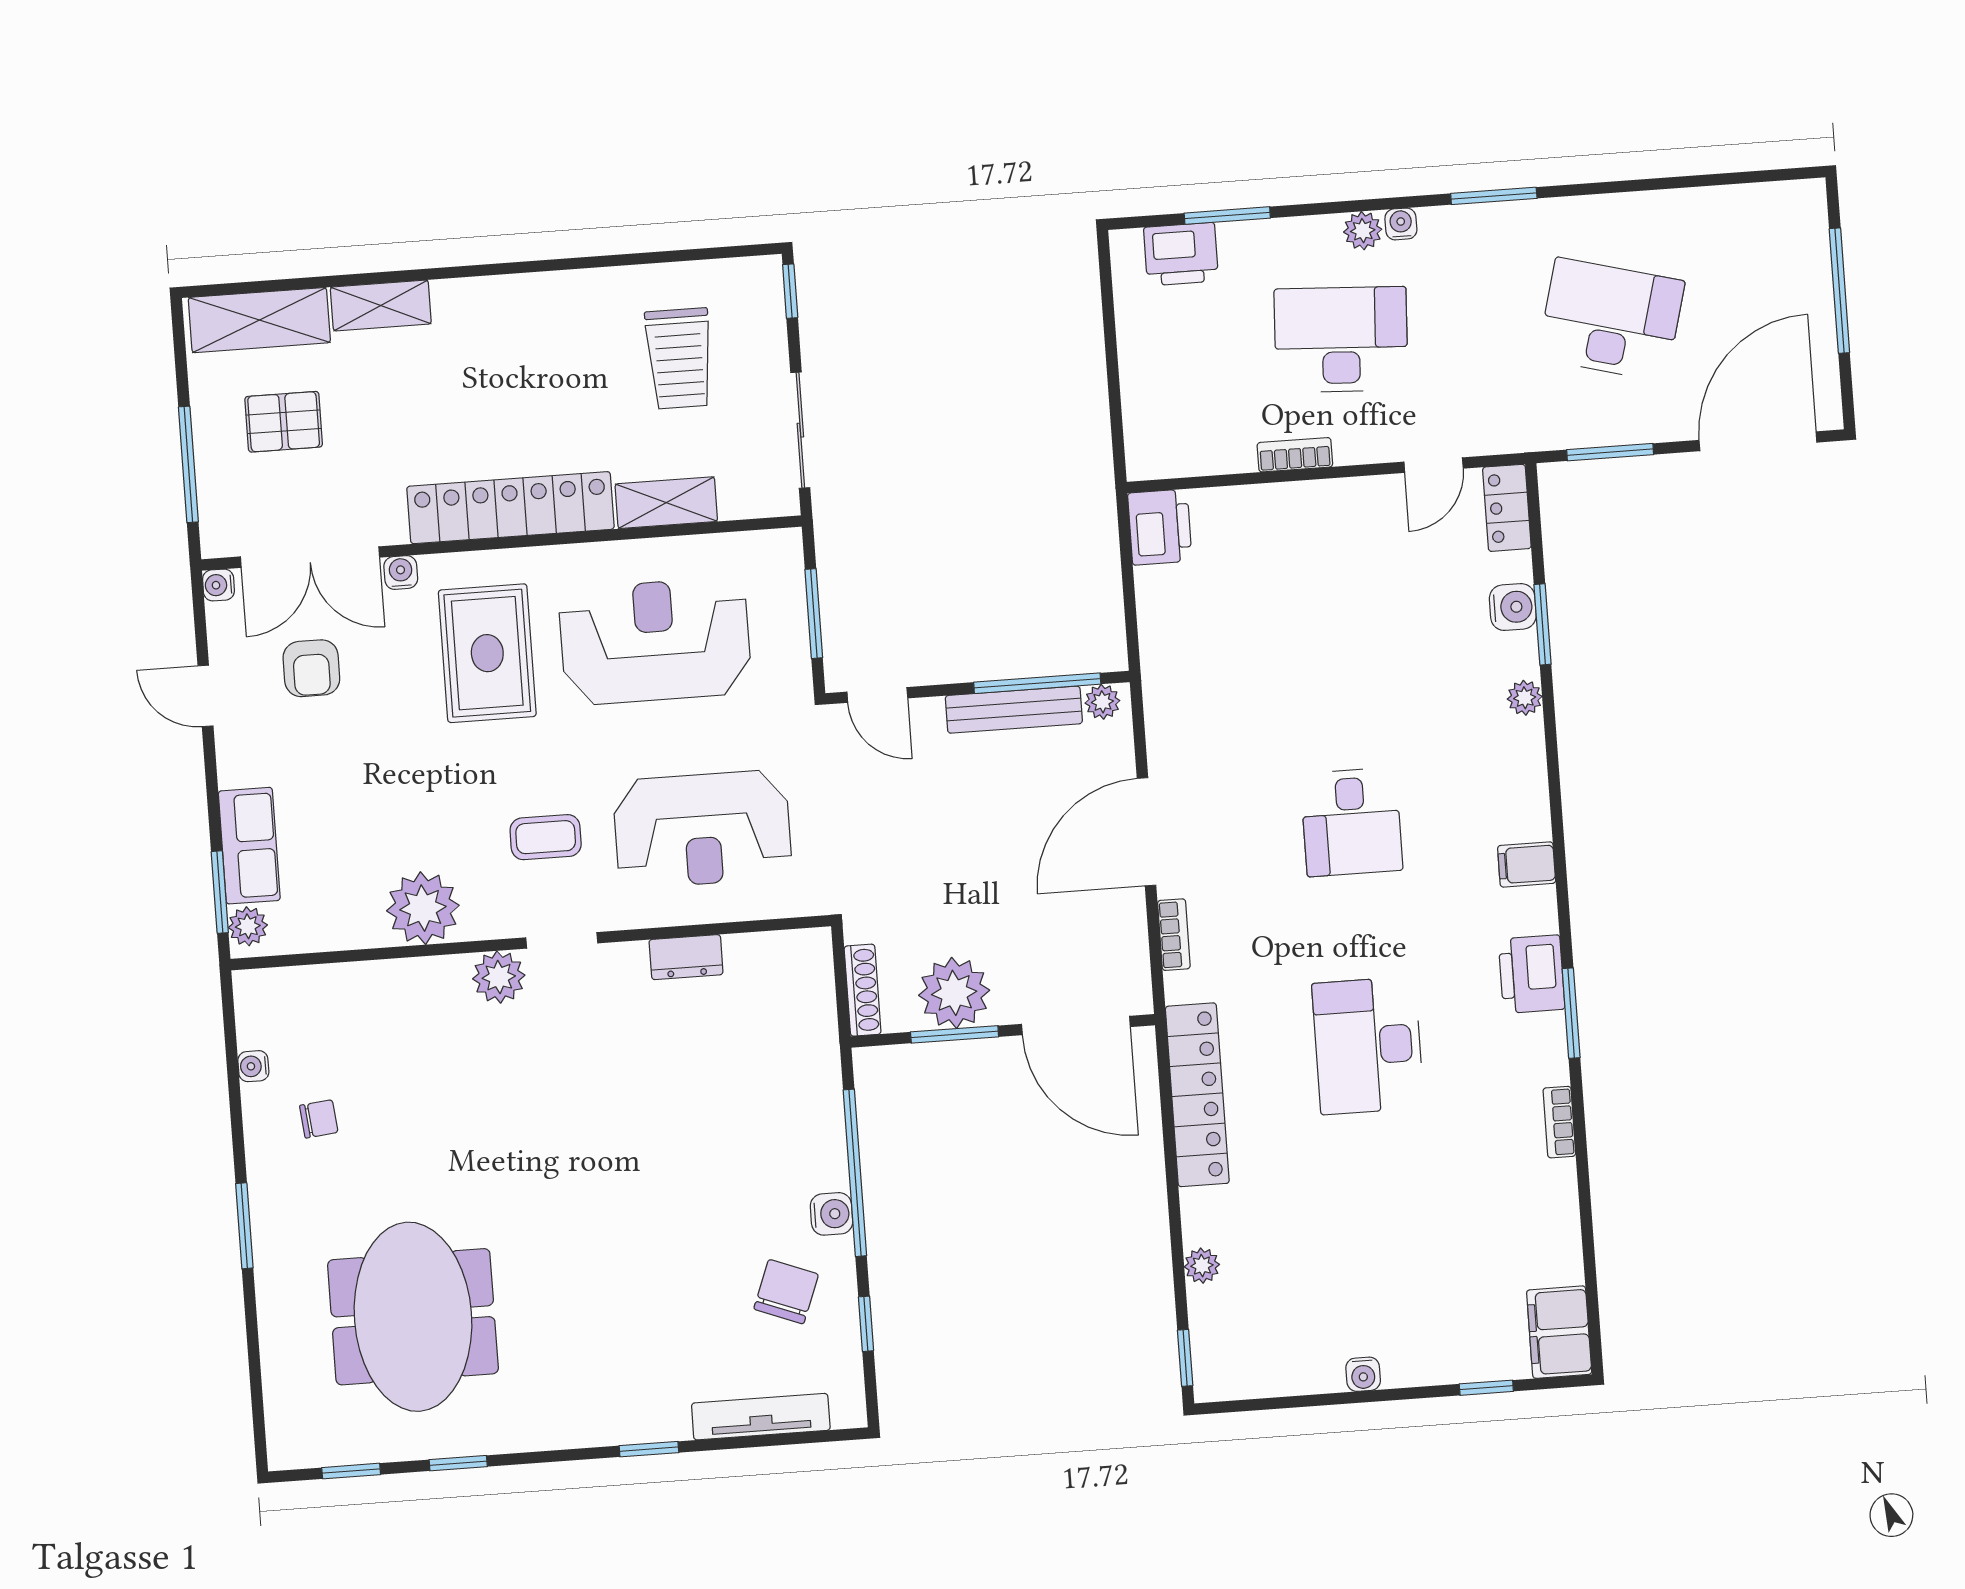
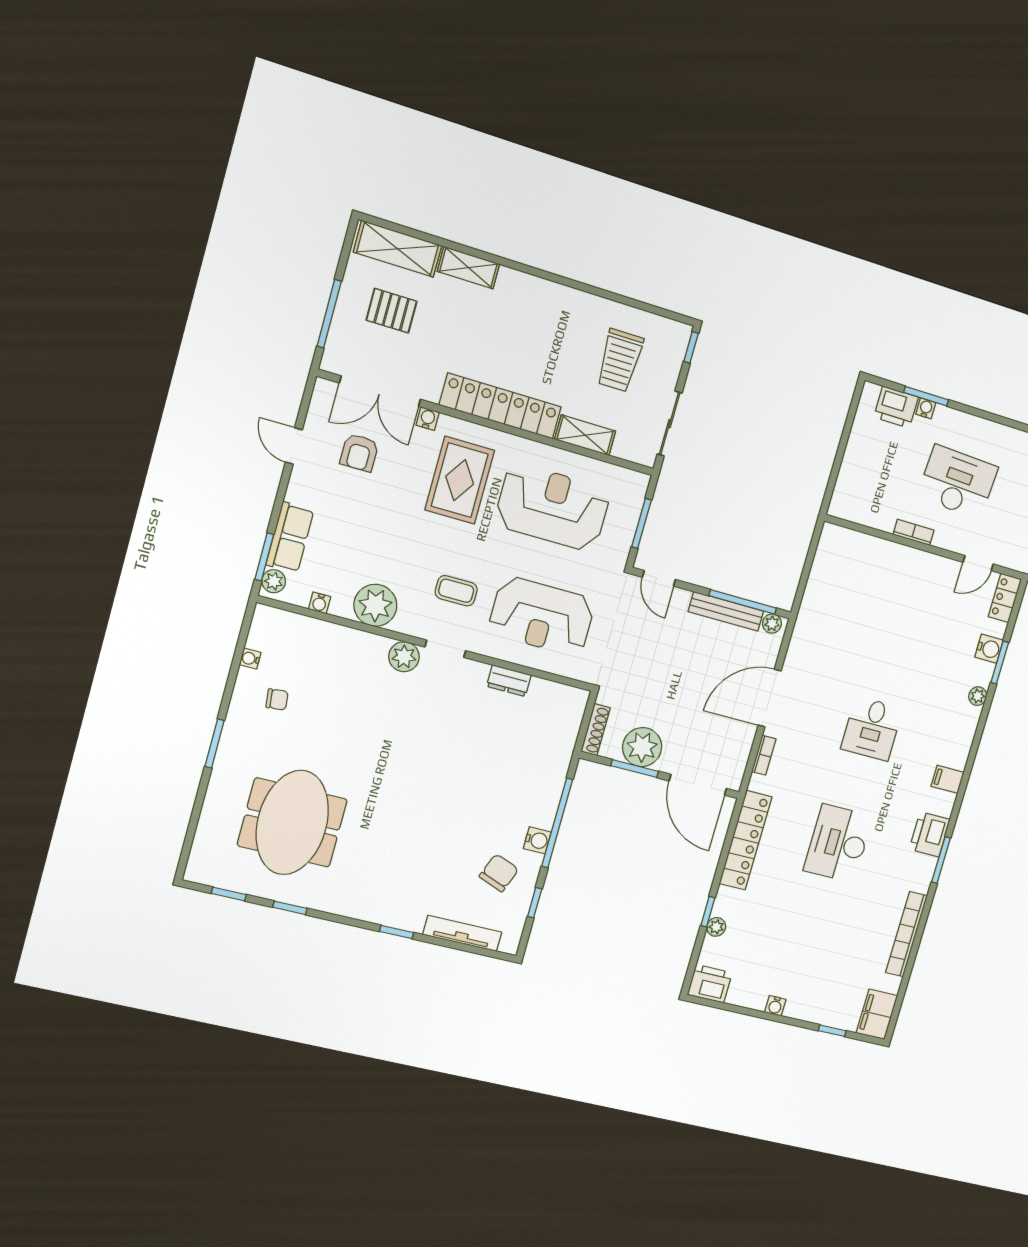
water cooler: (1401, 224) -> (926, 408), moved
plant: (1363, 231) -> (989, 430), removed
printer: (1160, 527) -> (710, 984), moved, turned -90
water cooler: (218, 585) -> (320, 603), moved, turned -90
bookcase: (1559, 1122) -> (906, 934), width x2.31, depth x1.31
window: (1185, 1358) -> (708, 912), moved

